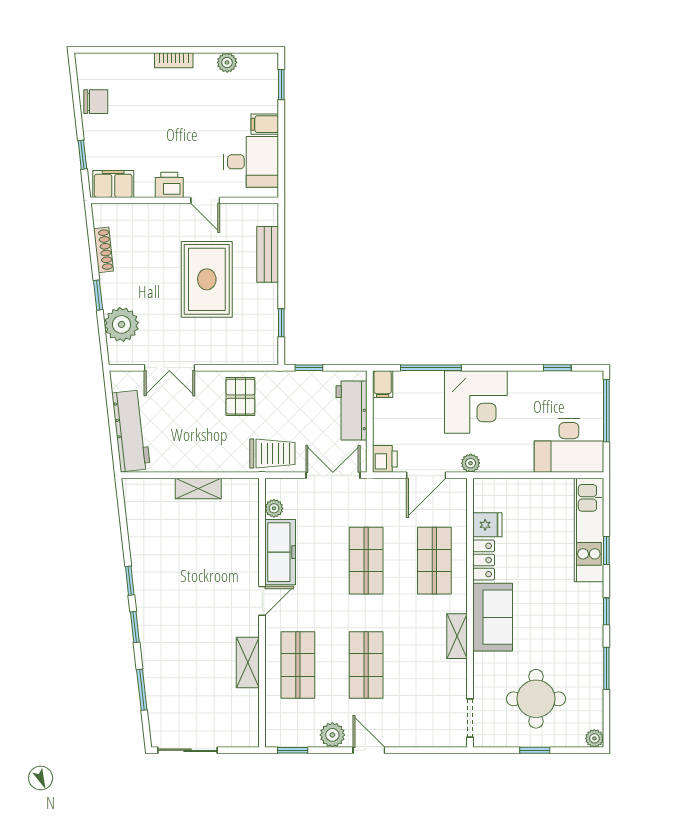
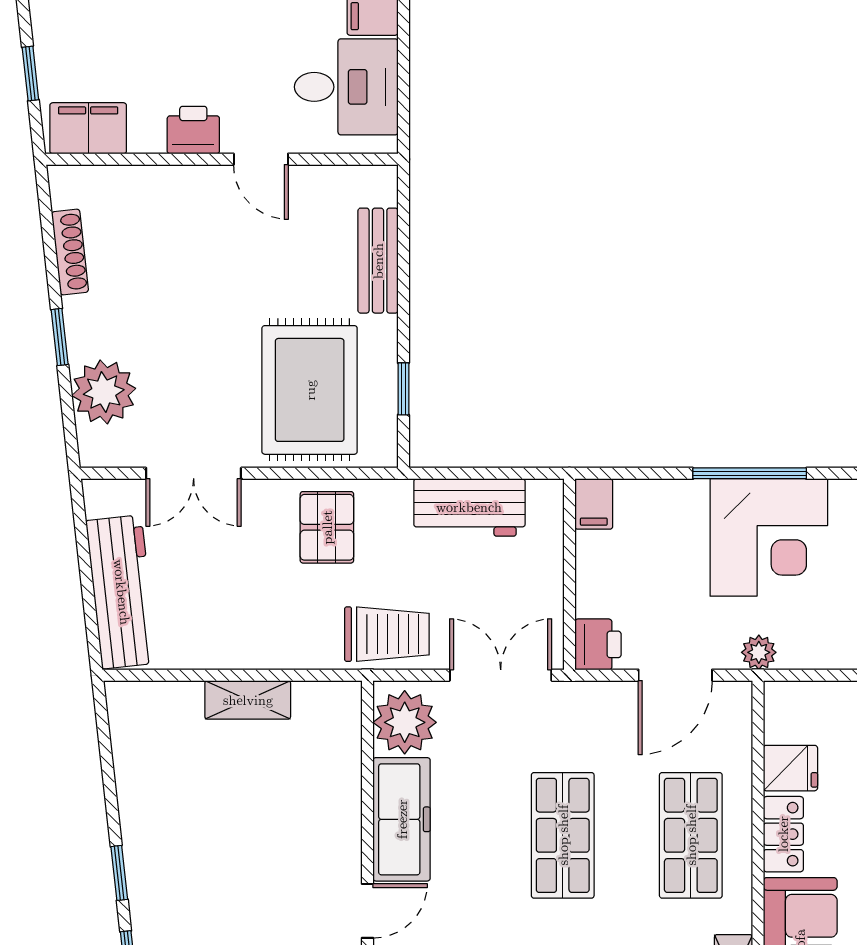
rug: (207, 279) -> (310, 390), moved
window: (309, 368) -> (455, 473), removed
window: (431, 368) -> (750, 473), moved
workbench: (351, 411) -> (469, 507), moved, turned -90
plant: (274, 508) -> (405, 722), width x1.87, depth x1.87

